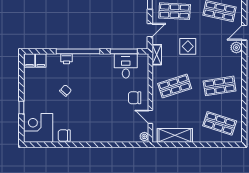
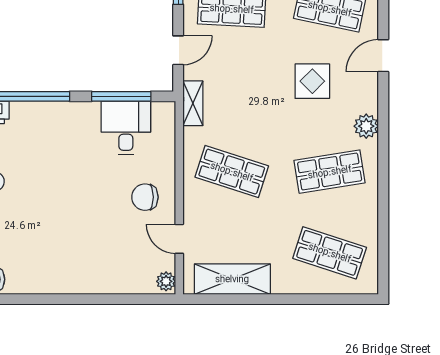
display table: (188, 46) -> (312, 81), moved
plant: (236, 48) -> (366, 126), moved
shop shelf: (175, 86) -> (232, 172), turned 36

